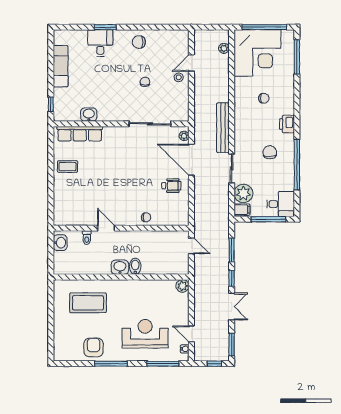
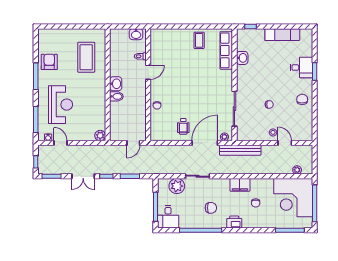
bench: (223, 128) -> (240, 150), moved
filing cabinet: (242, 210) -> (240, 185), moved, width x2.00
door: (191, 334) -> (60, 143), hinge flipped
armchair: (94, 347) -> (49, 62), turned -90

